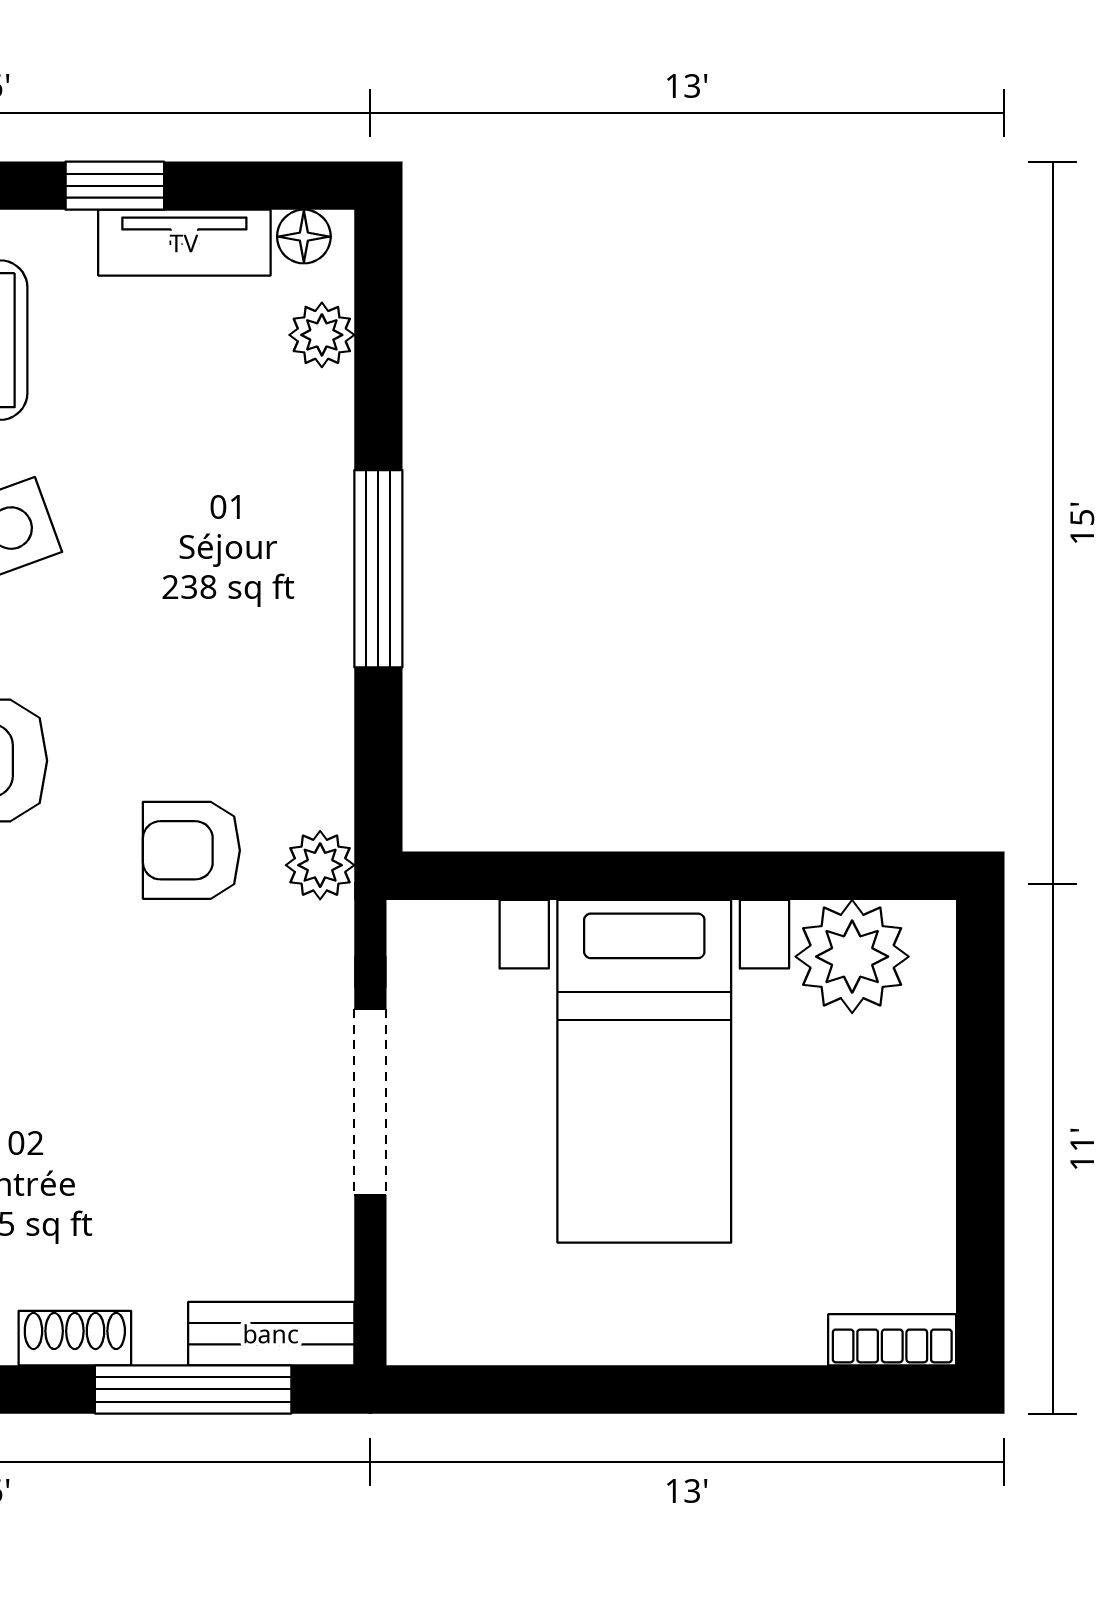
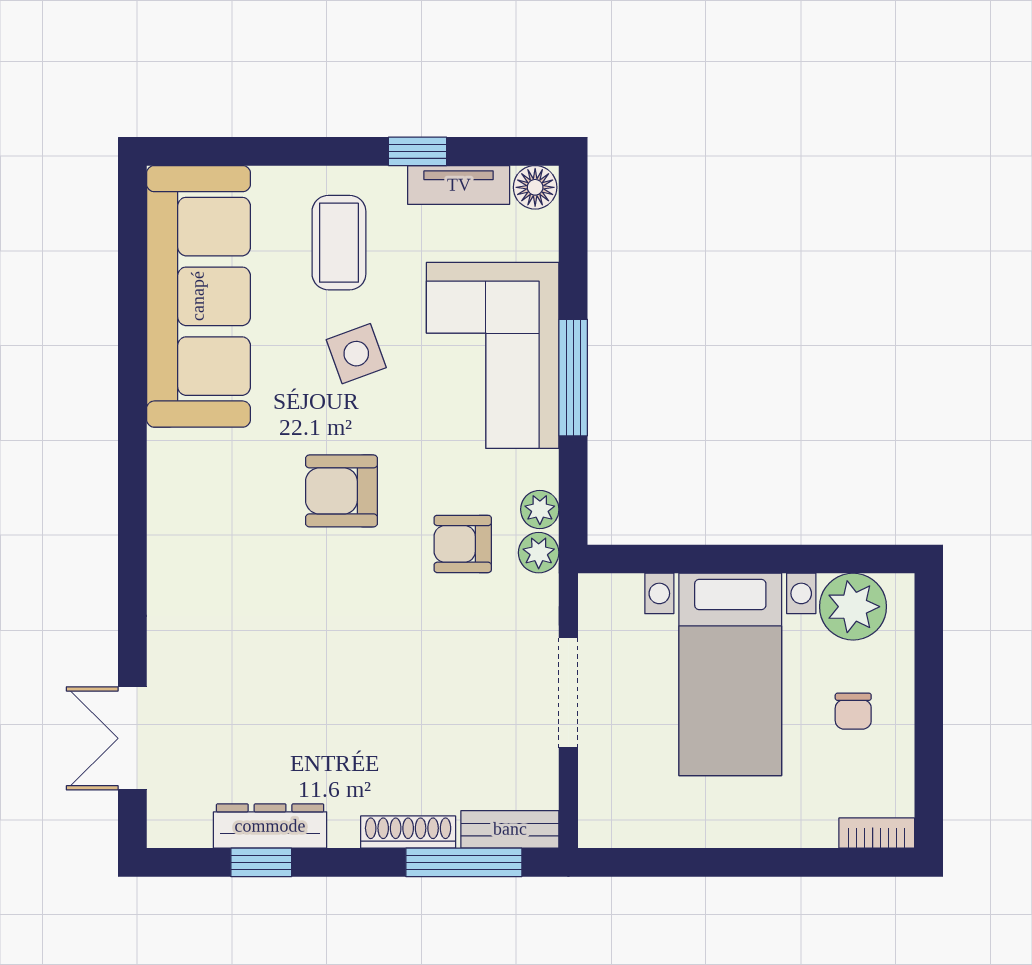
floor lamp: (304, 237) -> (535, 187), width x1.37, depth x1.37
plant: (322, 335) -> (540, 509), moved
corner sofa: (242, 531) -> (493, 355), added
chair: (852, 1133) -> (853, 711), added
shoe rack: (75, 1338) -> (408, 832), width x1.43

